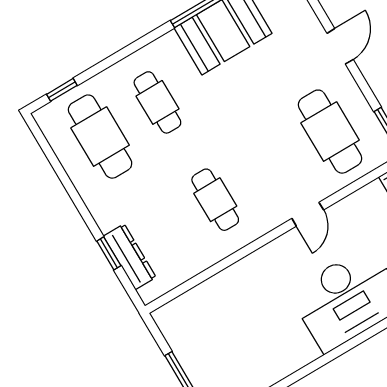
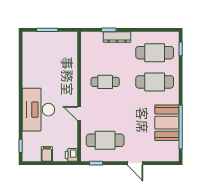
cafe table: (157, 102) -> (155, 82), width x1.37, depth x1.35
dresser: (130, 257) -> (117, 37), moved

